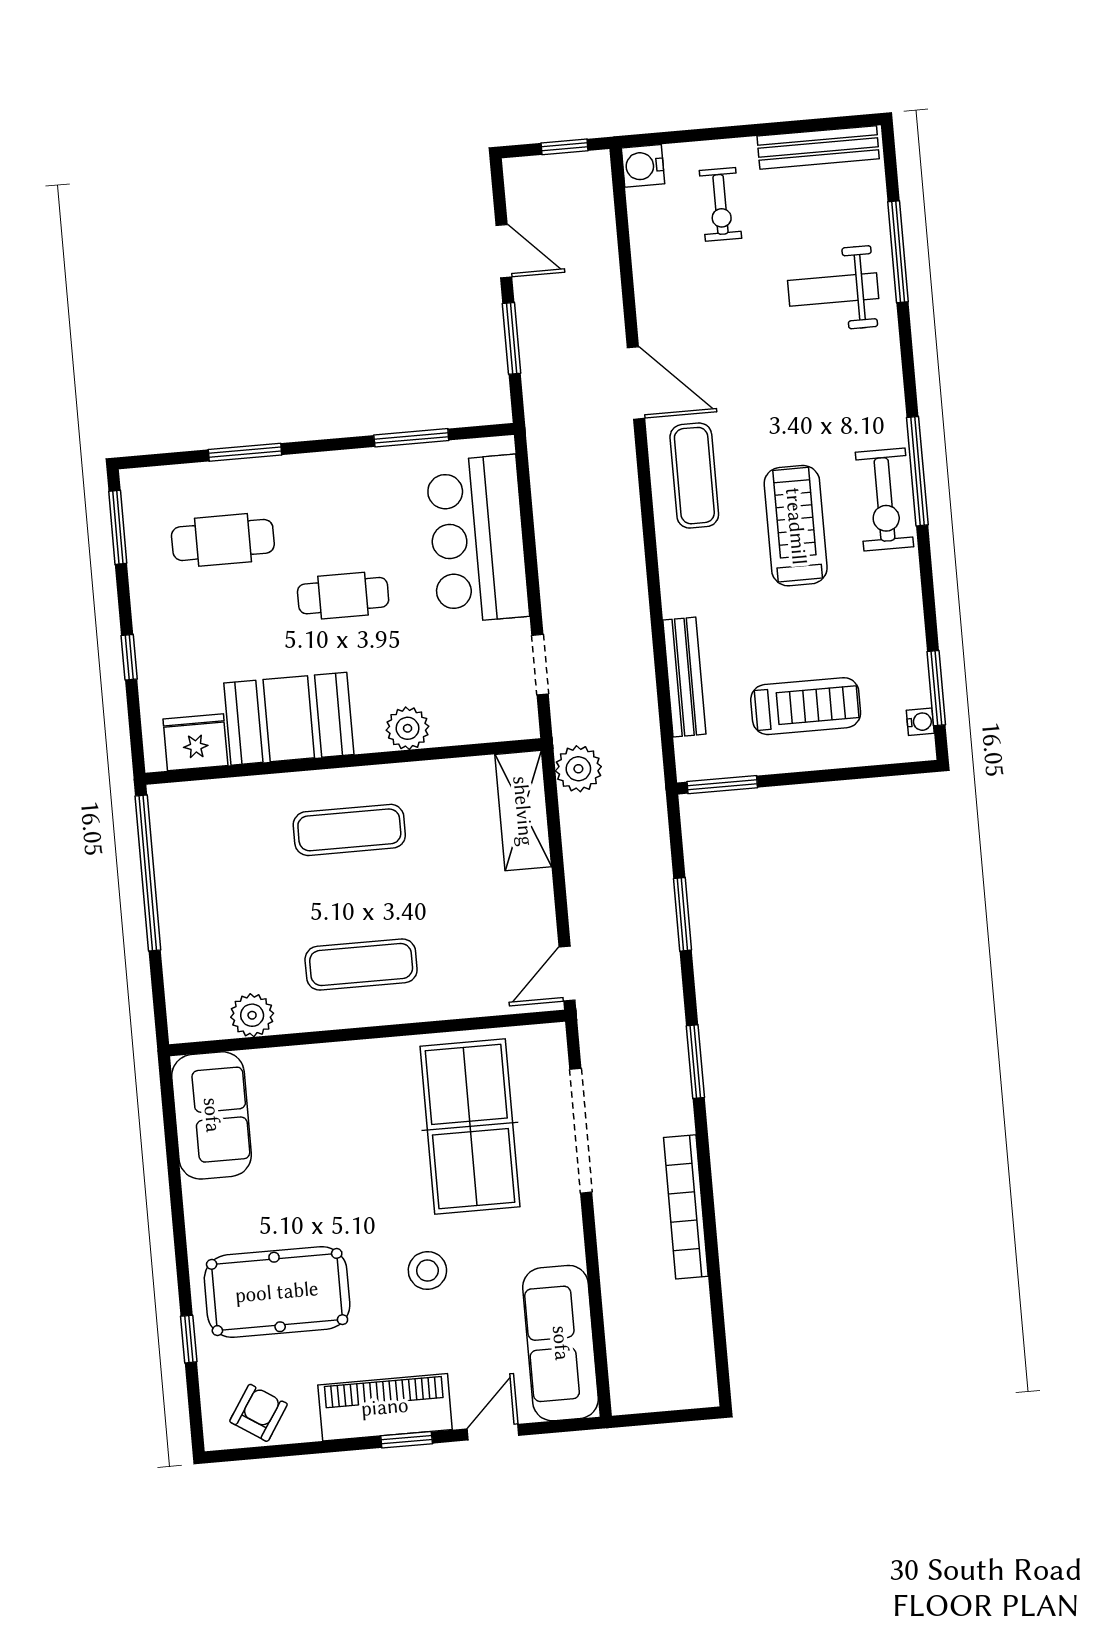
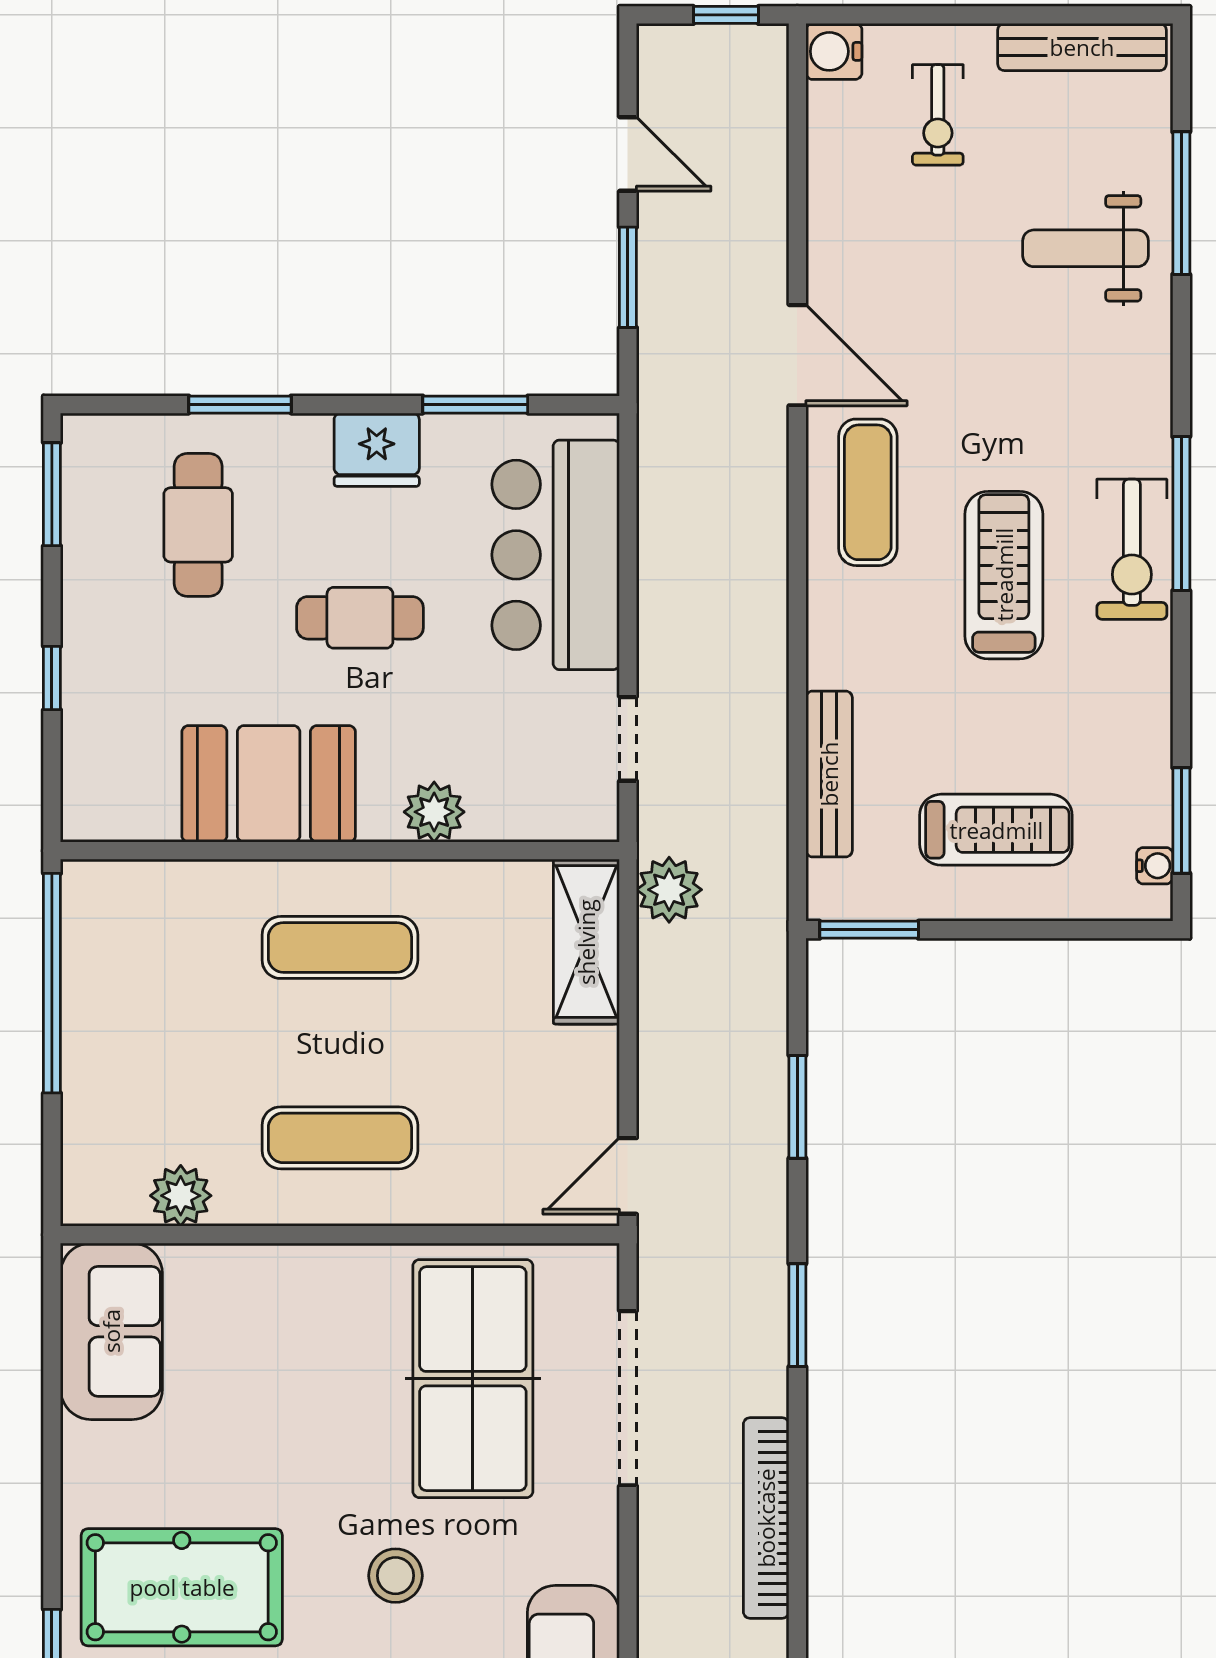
cafe table: (223, 540) -> (198, 525), turned 90
fridge: (195, 742) -> (377, 450), moved, turned 180

